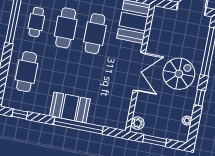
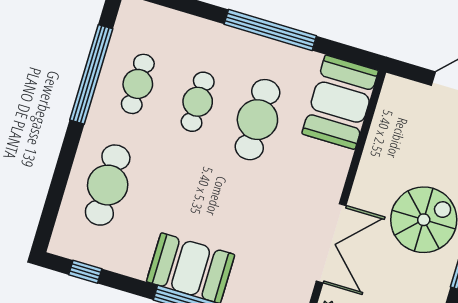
cafe table: (66, 28) -> (198, 102), width x0.73, depth x0.74
double door: (139, 72) -> (331, 243), moved

